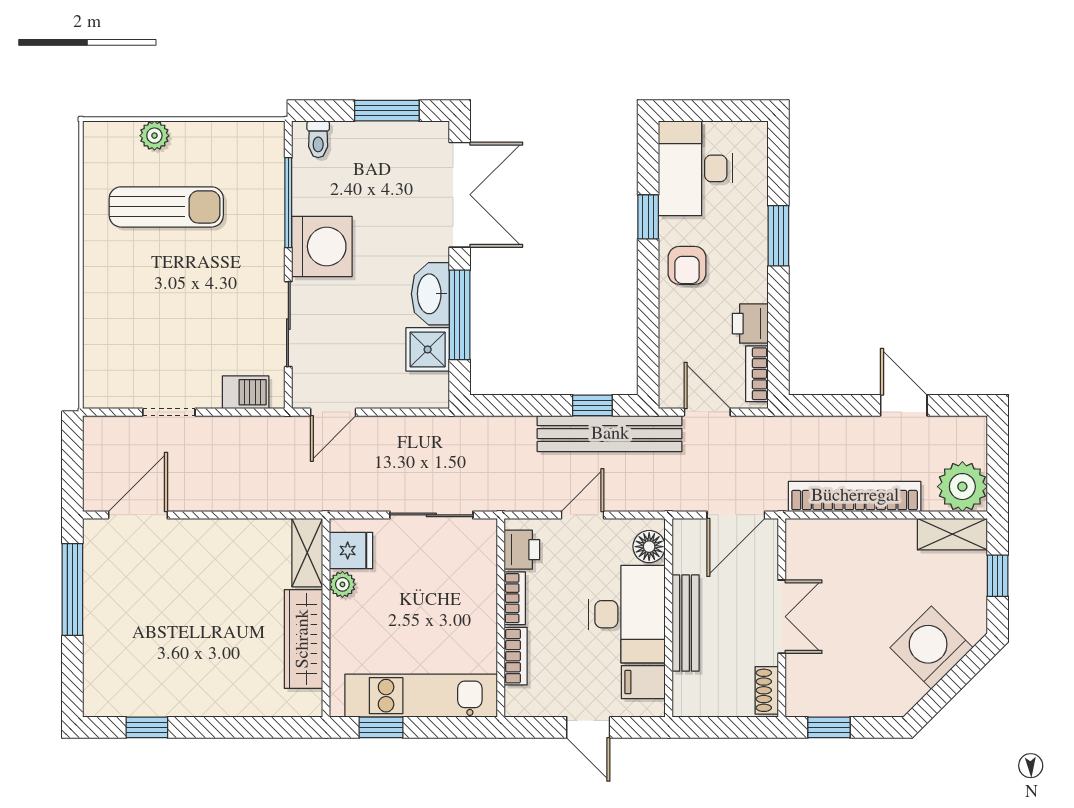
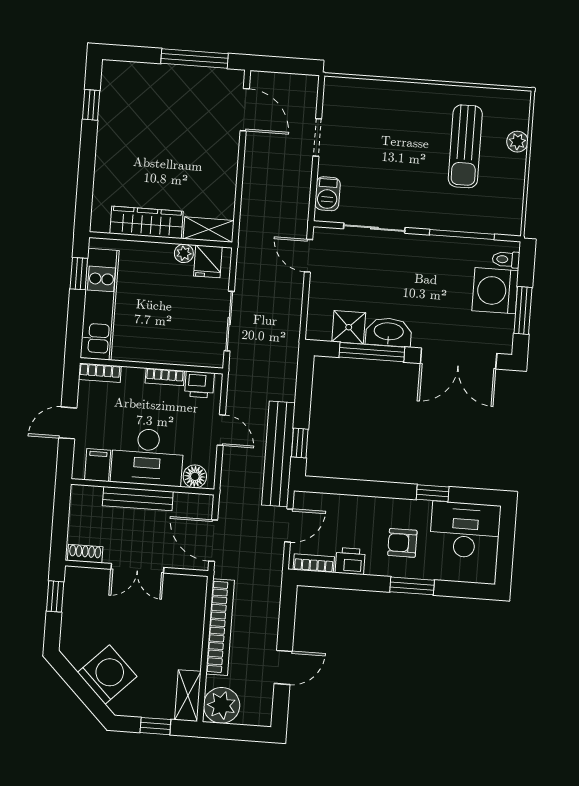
washing machine: (322, 246) -> (495, 291), moved, turned 90
armchair: (687, 265) -> (402, 543), moved
bookcase: (516, 656) -> (100, 373), moved

